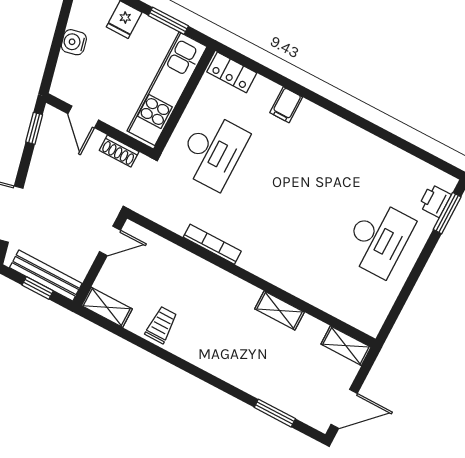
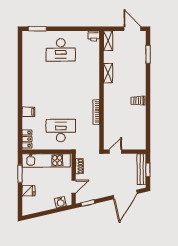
water cooler: (74, 42) -> (60, 202), moved
printer: (435, 201) -> (94, 36), moved
desk: (378, 239) -> (61, 50), turned 180
door: (110, 241) -> (115, 152), hinge flipped
shelving: (107, 307) -> (141, 140), removed
trolley: (161, 325) -> (138, 101), moved

